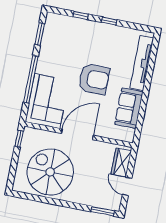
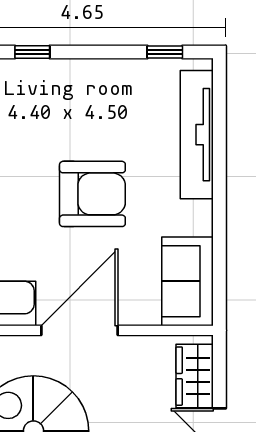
window: (109, 21) -> (165, 52), moved
sofa: (129, 108) -> (187, 281), moved

